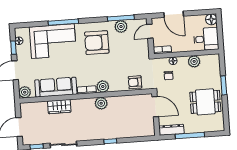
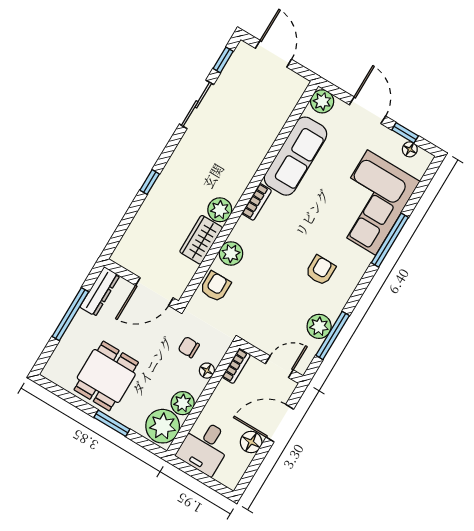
floor lamp: (211, 19) -> (251, 442), moved
door: (150, 31) -> (279, 367), hinge flipped
armchair: (97, 43) -> (321, 270), width x0.53, depth x0.53
plant: (210, 63) -> (163, 426), added
plant: (103, 87) -> (231, 253), moved
wardrobe: (59, 107) -> (201, 240), moved

